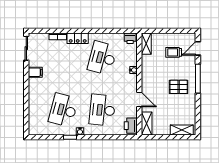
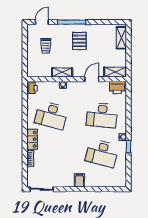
shelving: (146, 44) -> (62, 72), moved
door: (198, 48) -> (42, 22), swing flipped
filing cabinet: (35, 72) -> (79, 180), moved

